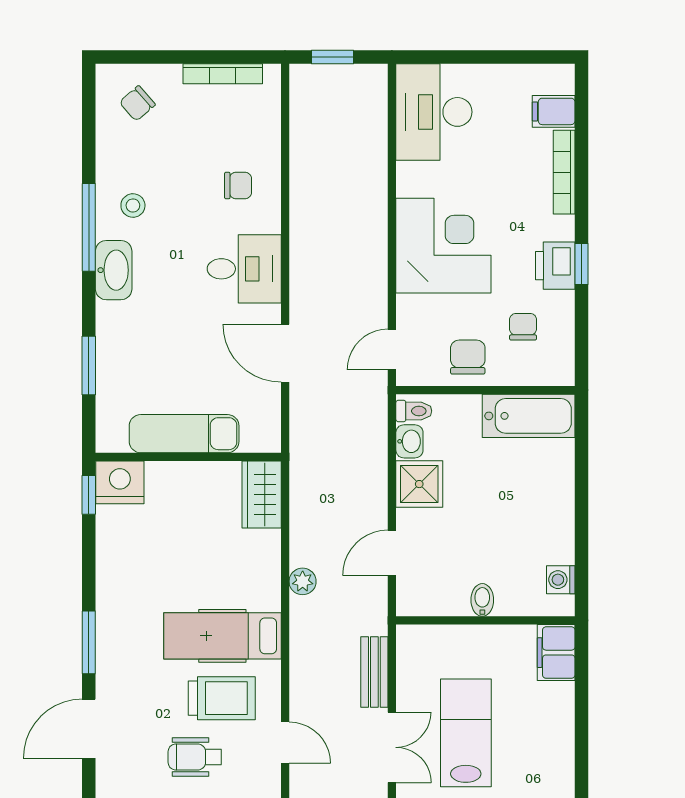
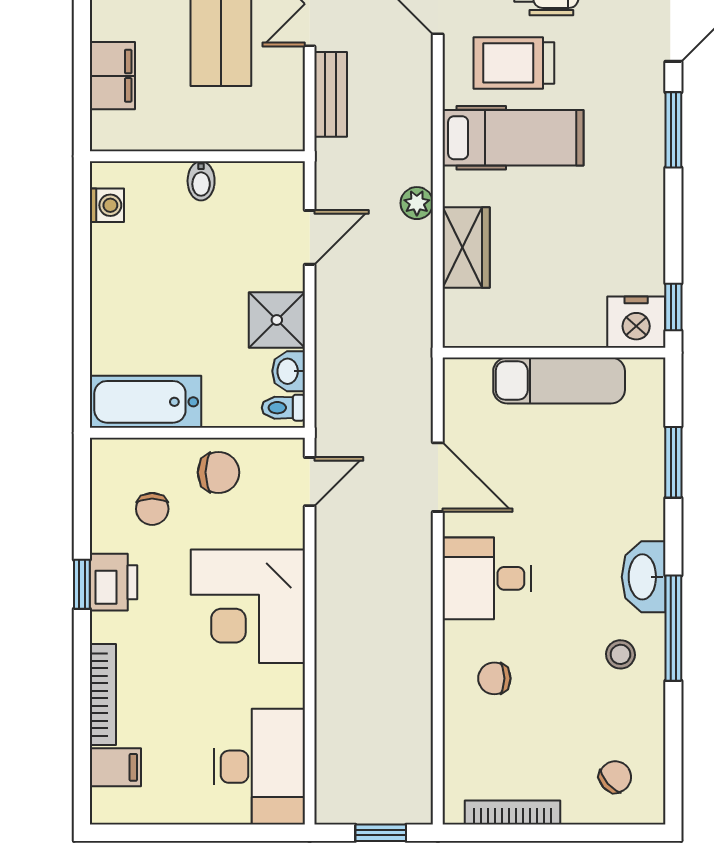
chair: (468, 357) -> (218, 472), turned -90
wardrobe: (262, 495) -> (466, 248), moved
filing cabinet: (556, 653) -> (112, 76), moved

